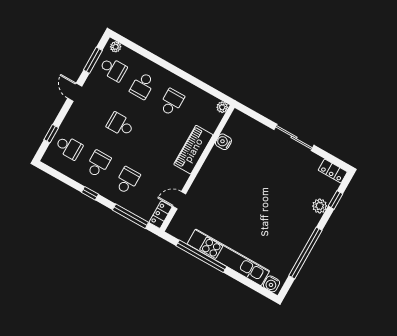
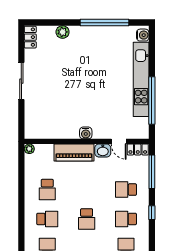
school desk: (172, 102) -> (47, 190), turned -90
water cooler: (223, 142) -> (86, 133), moved
washbasin: (179, 179) -> (103, 150), added
window: (335, 200) -> (51, 23), removed

